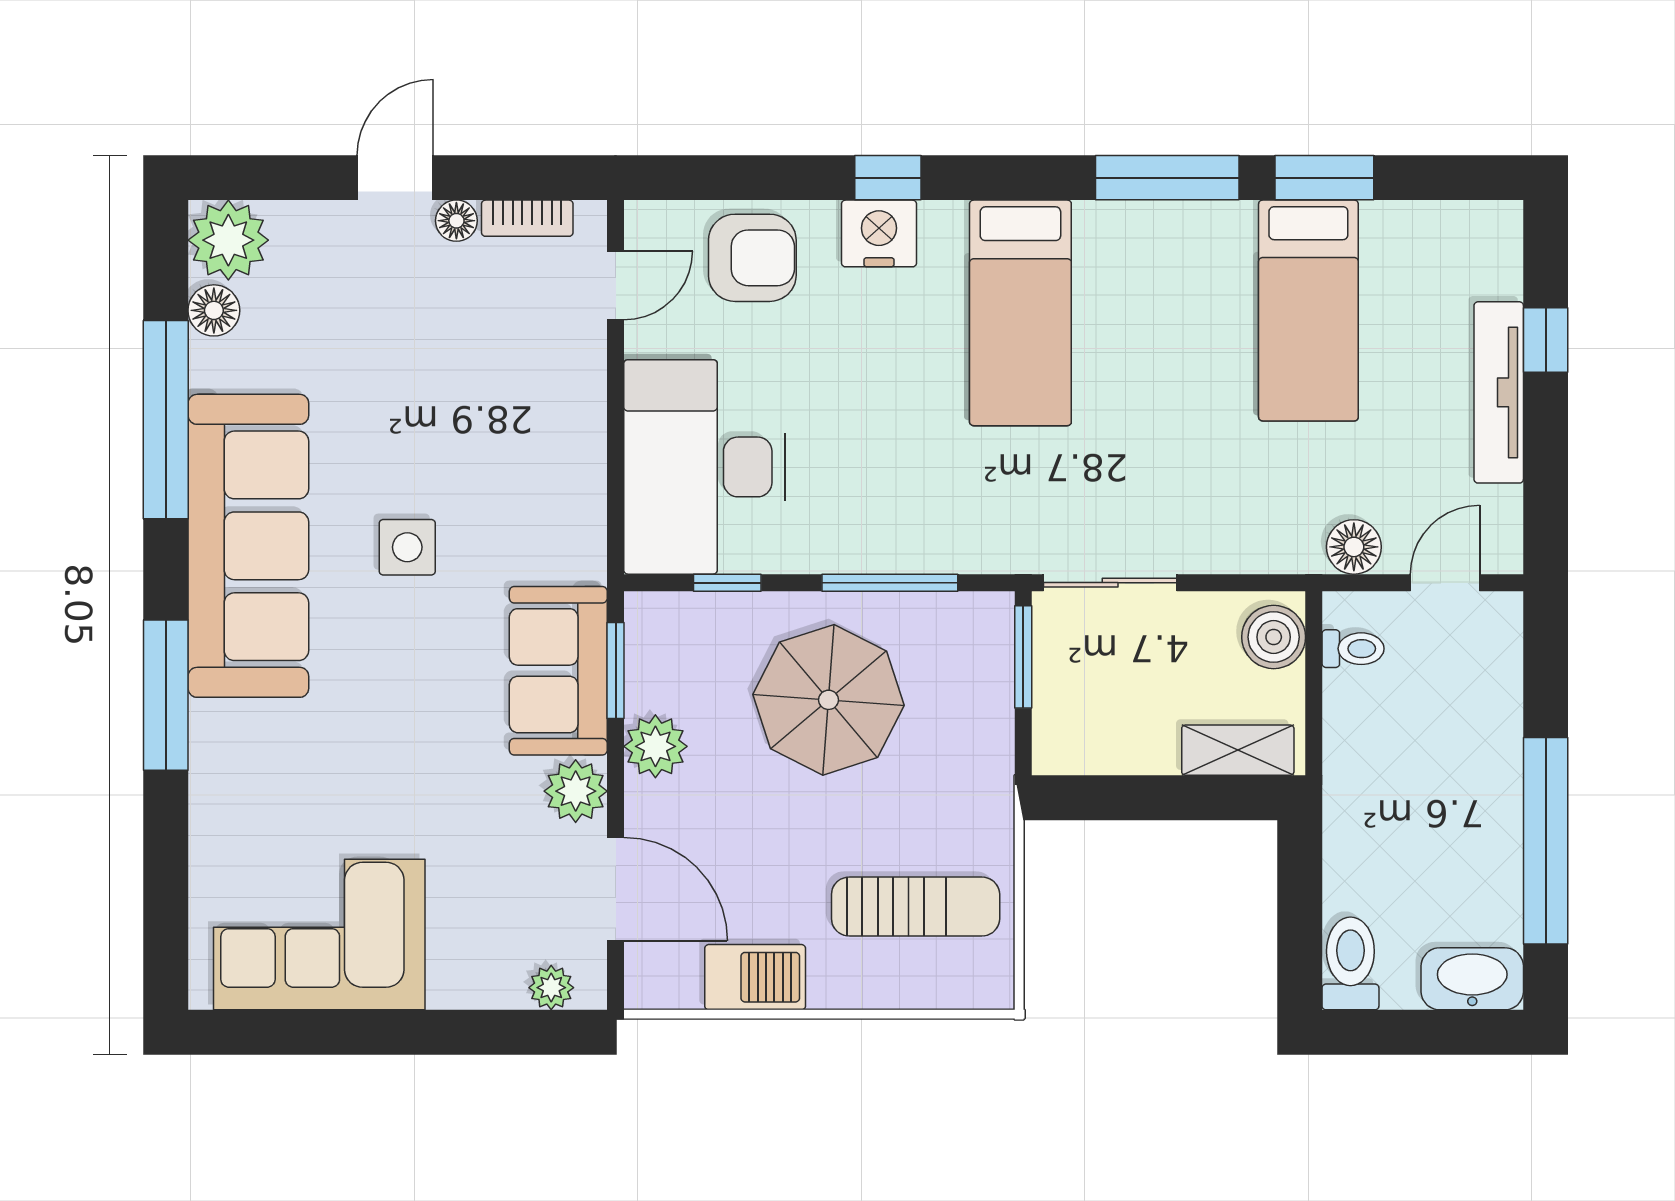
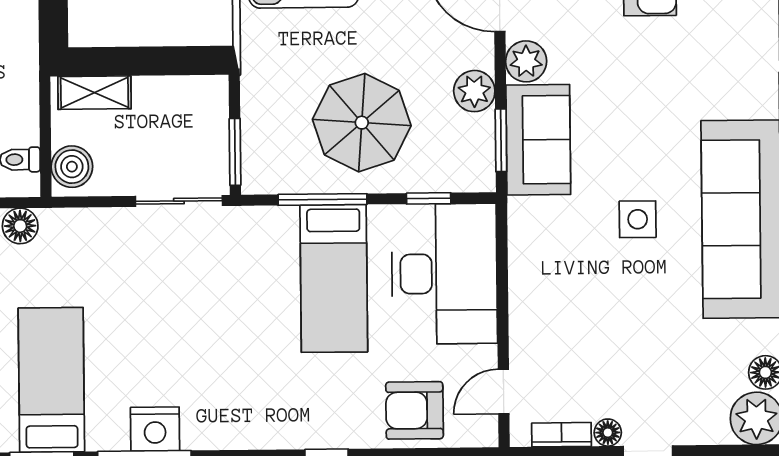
nightstand: (879, 233) -> (155, 429), moved
bed: (1020, 313) -> (334, 278), moved, turned 180

